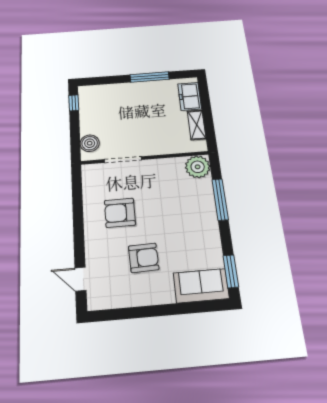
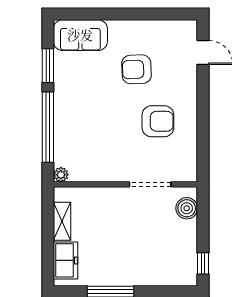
plant: (198, 167) -> (61, 175), width x0.53, depth x0.53
window: (220, 199) -> (48, 127), width x1.46
window: (231, 271) -> (48, 66), moved

